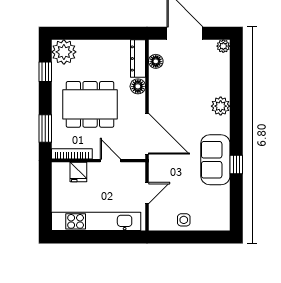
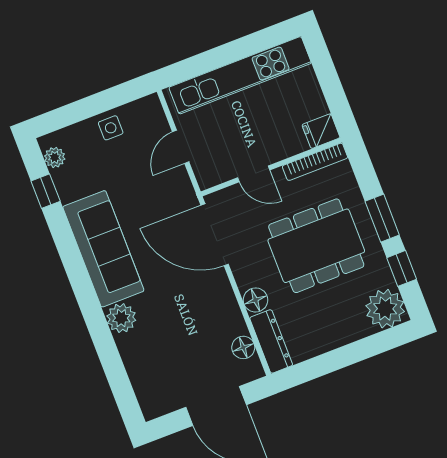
plant: (223, 46) -> (55, 157), moved
window: (45, 129) -> (382, 218), moved
sofa: (215, 160) -> (103, 249), width x1.36
window: (236, 164) -> (46, 191), moved
fridge: (78, 172) -> (321, 131), moved, turned -90

